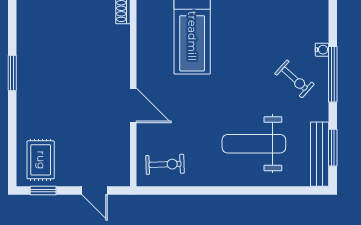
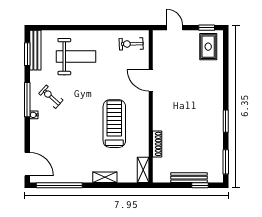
window: (12, 73) -> (226, 121), moved

